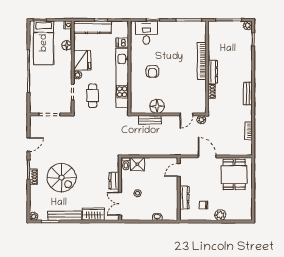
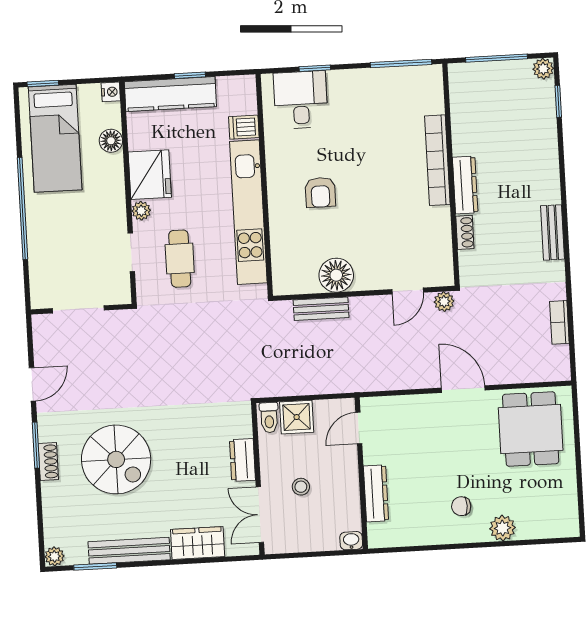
door: (179, 170) -> (359, 428), moved
wall: (179, 189) -> (361, 473), moved
dresser: (184, 198) -> (376, 493), moved

